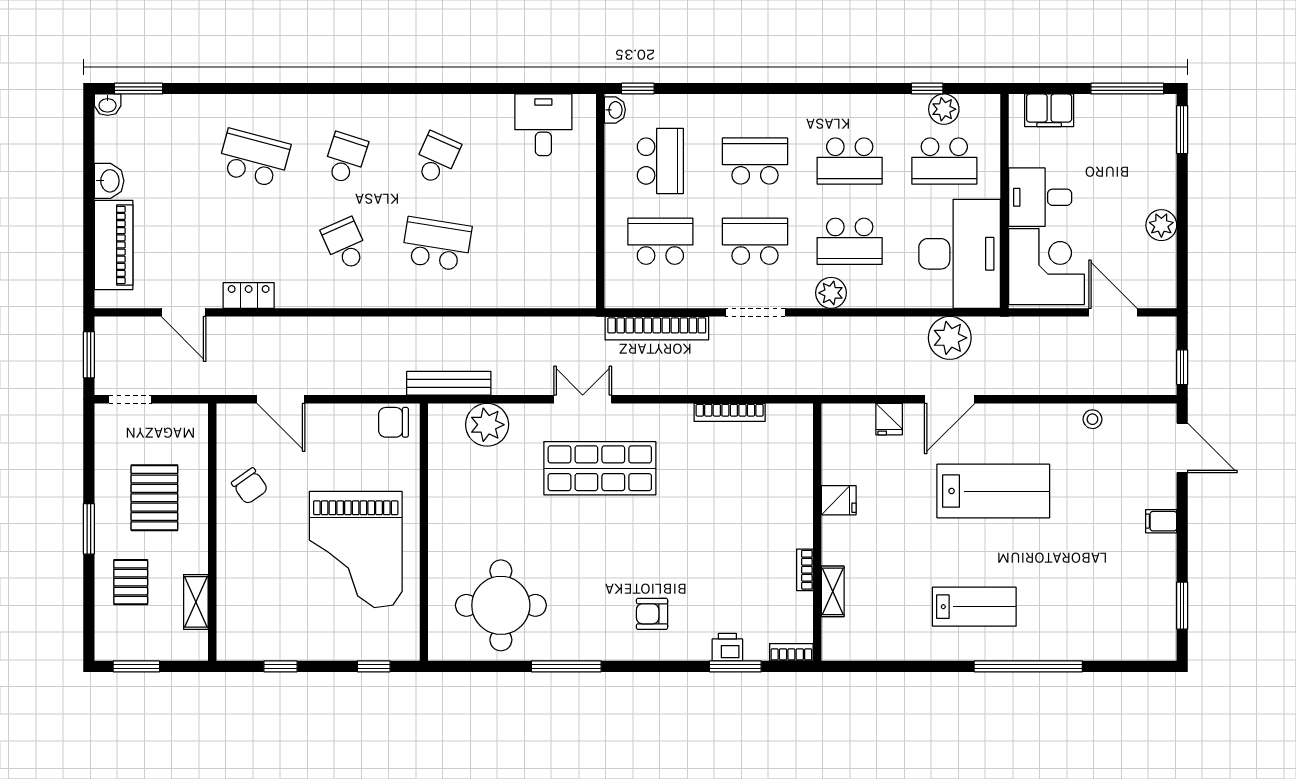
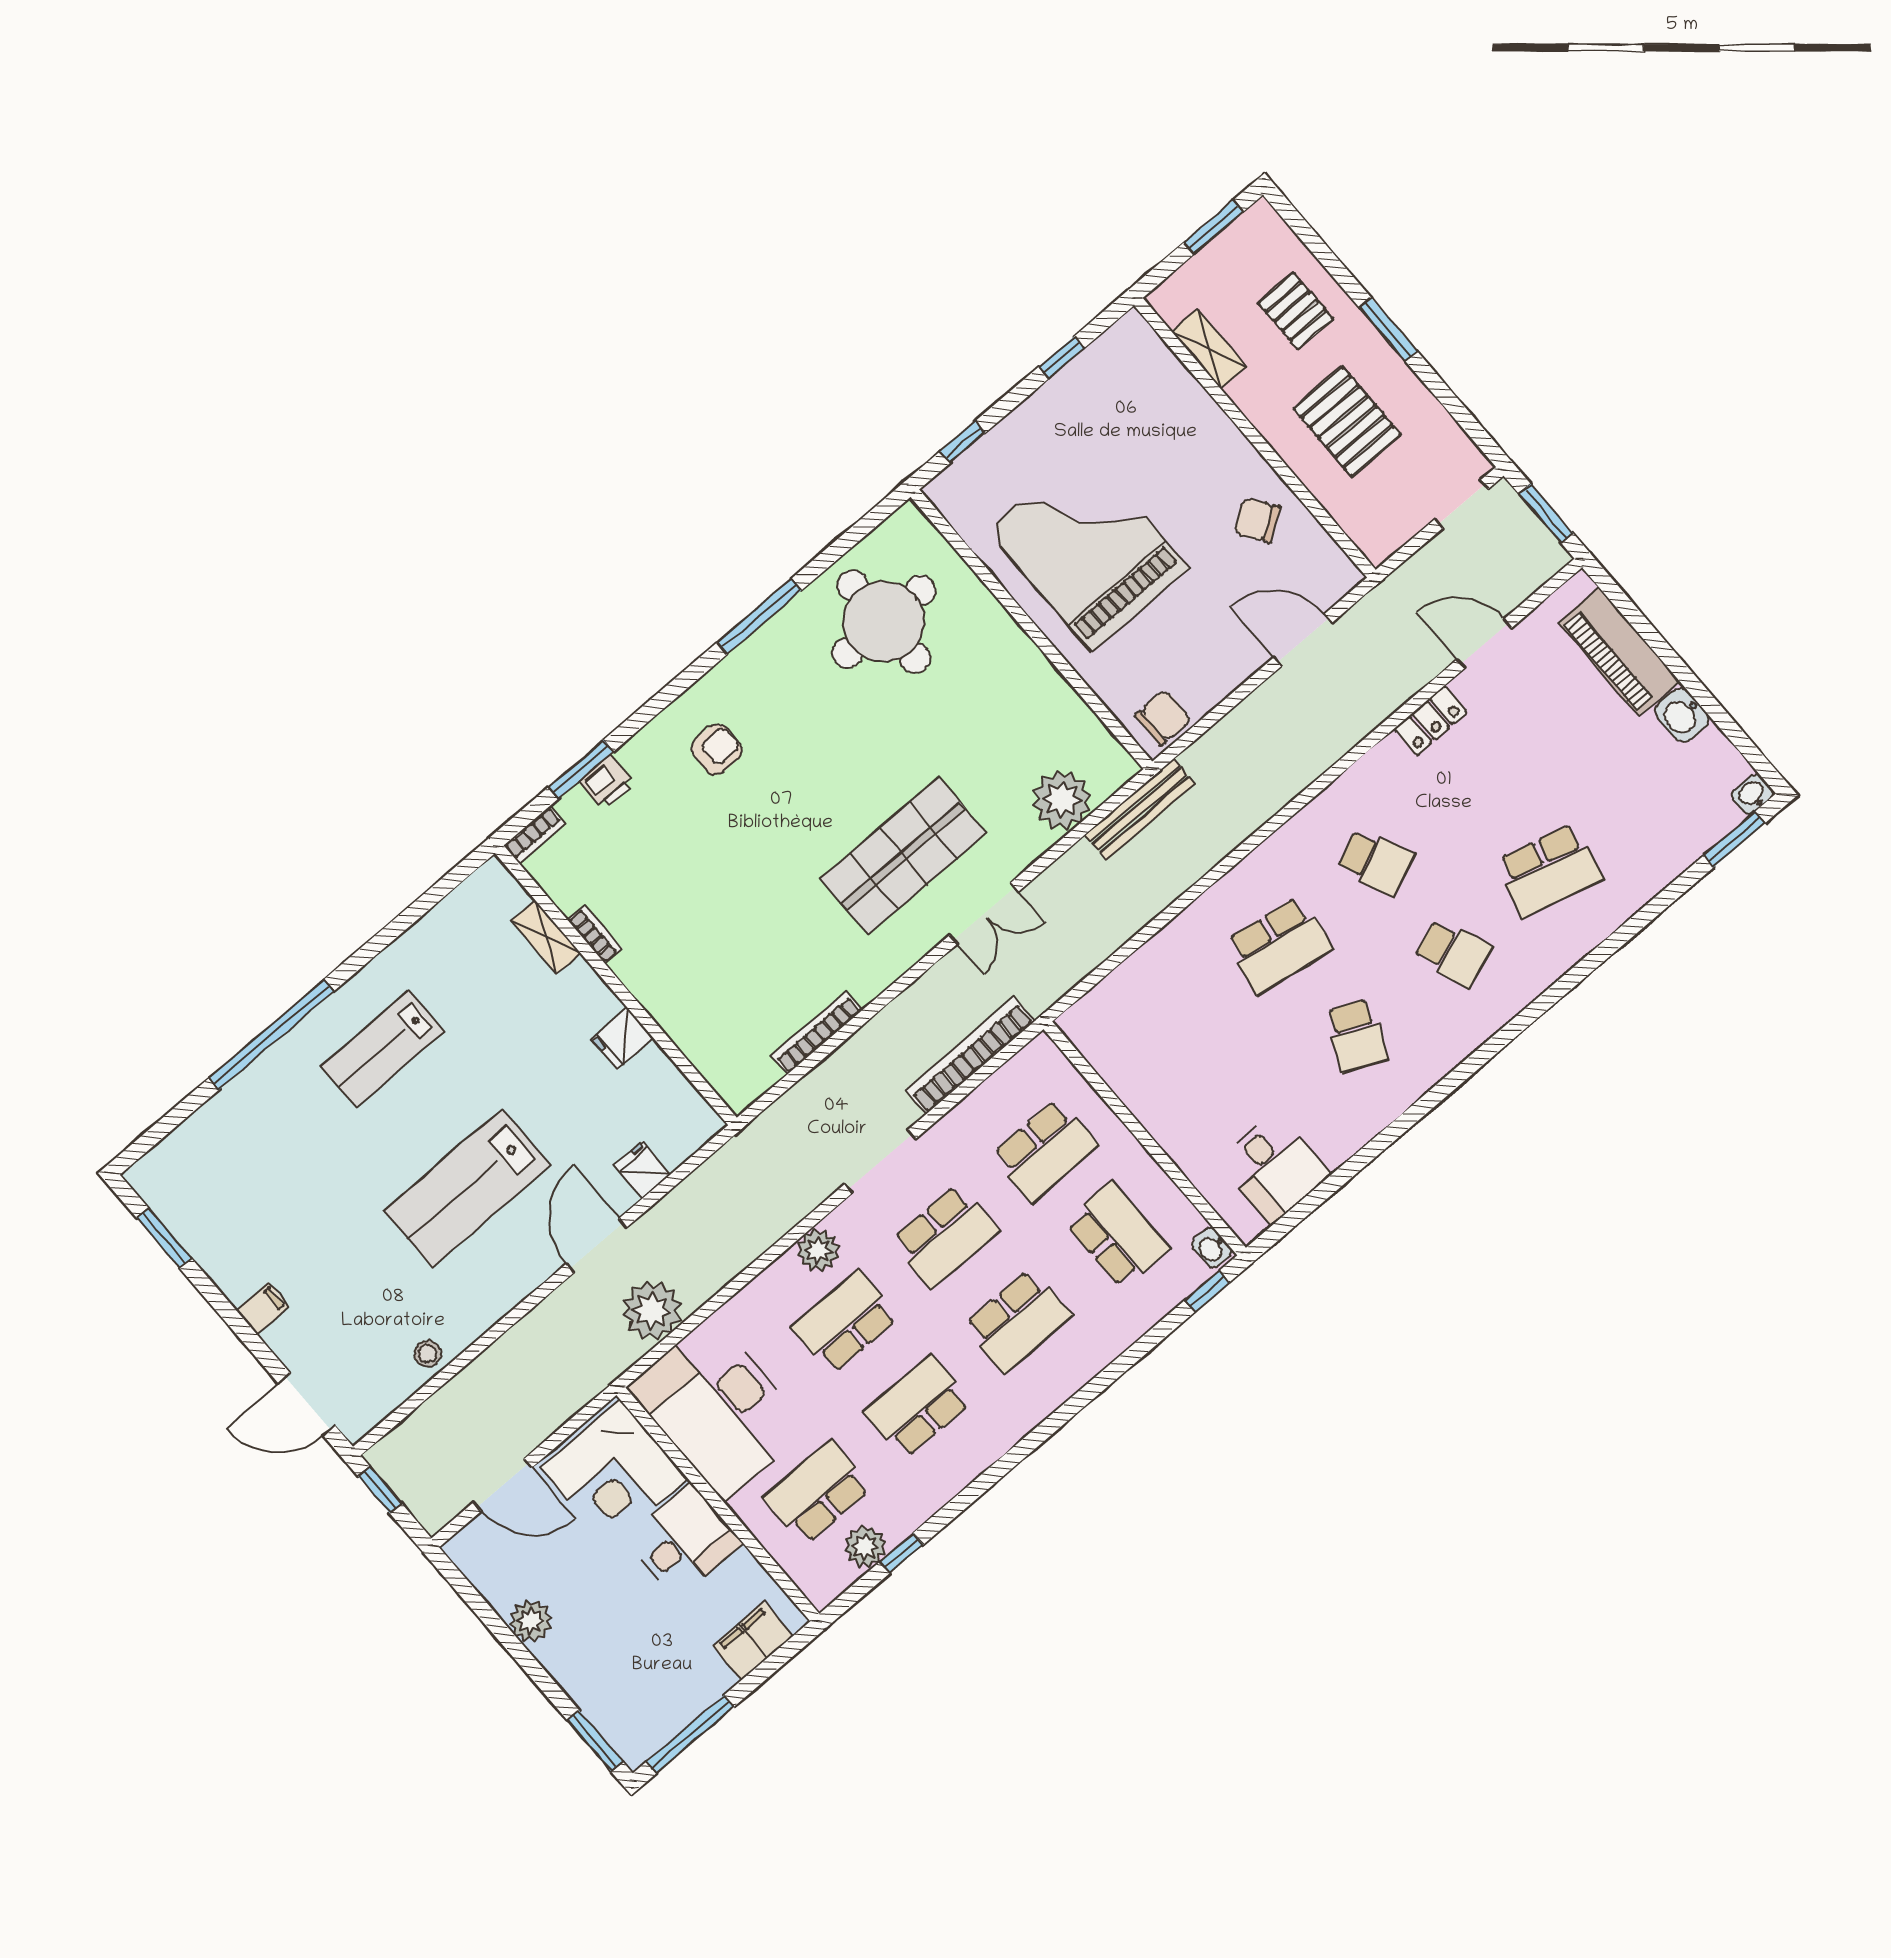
school desk: (345, 158) -> (1453, 953), turned -39
school desk: (660, 161) -> (1118, 1235), turned 180

